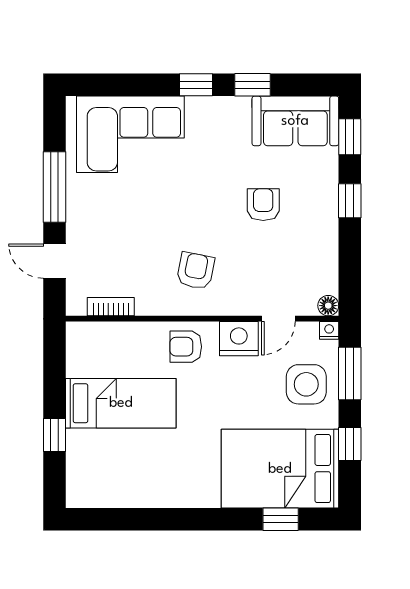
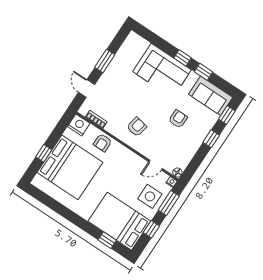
corner sofa: (130, 134) -> (162, 71), moved
window: (54, 187) -> (105, 61), width x0.69
nightstand: (239, 339) -> (79, 125), moved
armchair: (186, 347) -> (103, 143), moved, turned -90
bed: (121, 403) -> (70, 167), width x2.04

